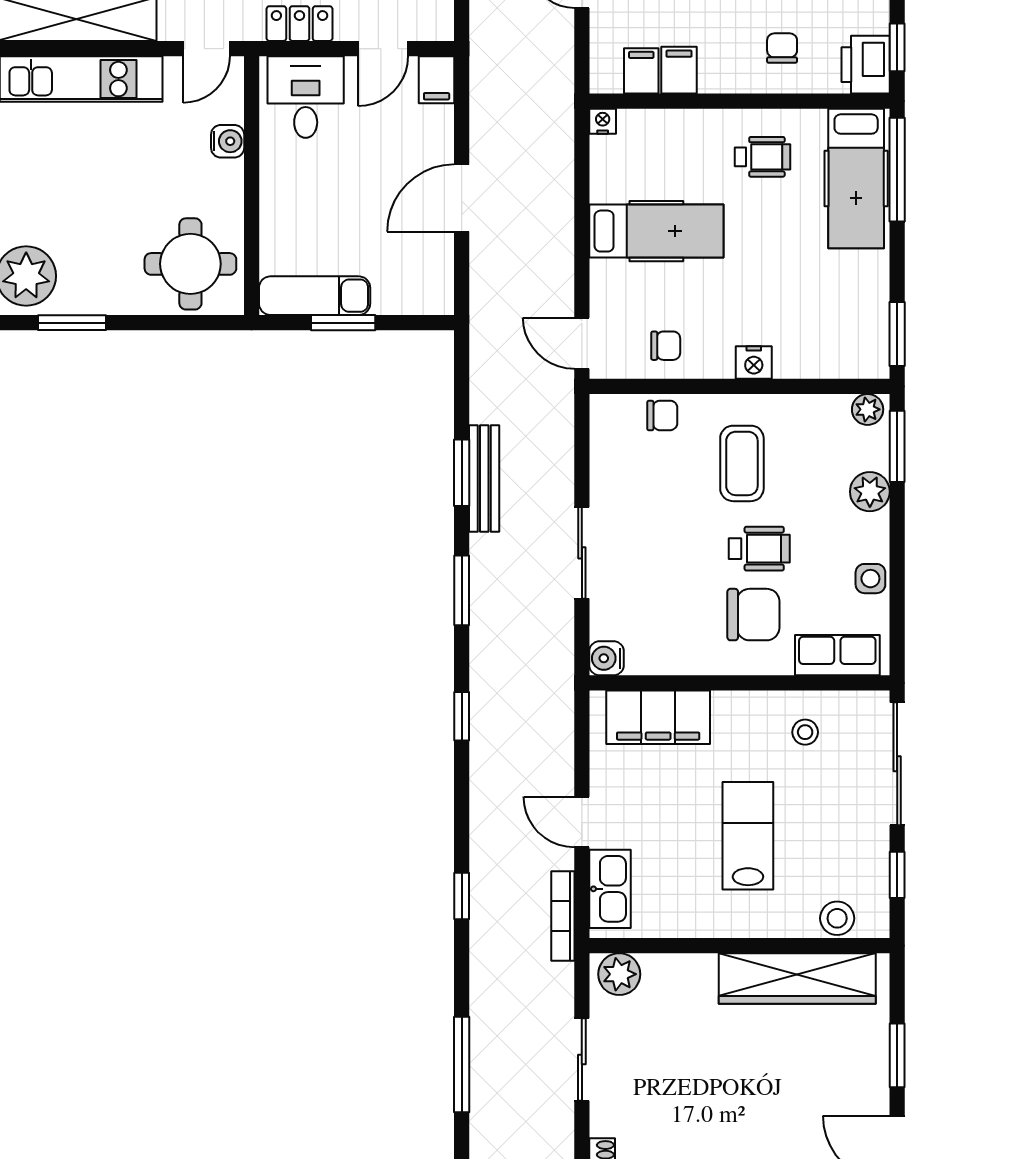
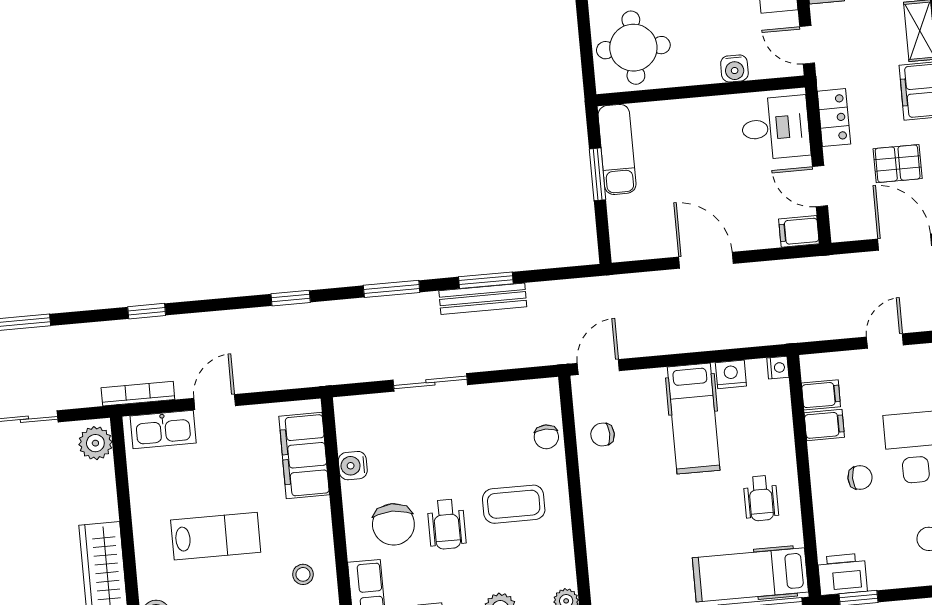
chair: (782, 48) -> (860, 478), moved
chair: (666, 346) -> (603, 435), turned 89
nightstand: (754, 362) -> (731, 374), moved, turned 90
water cooler: (607, 658) -> (353, 466), moved, turned -90

